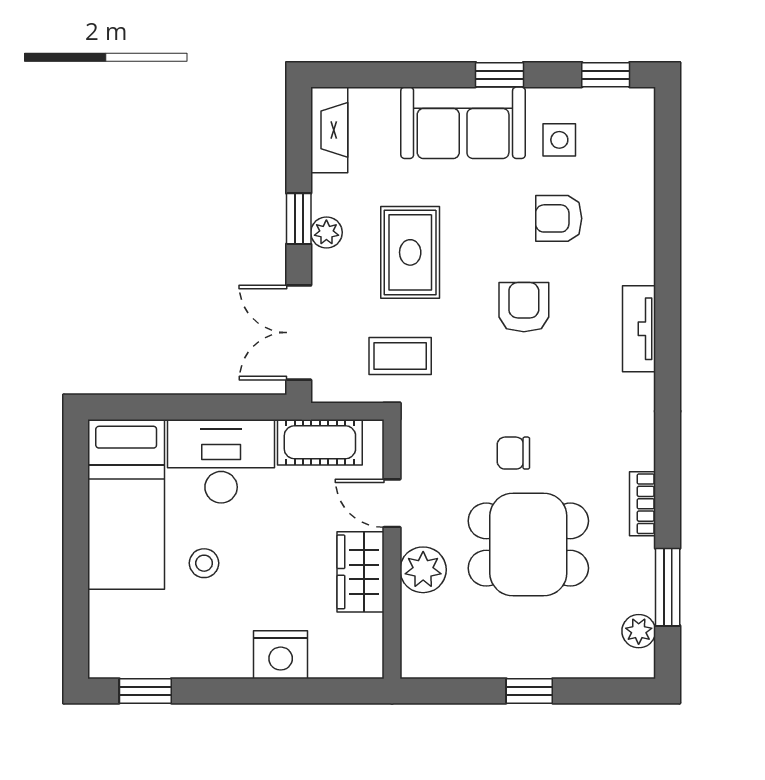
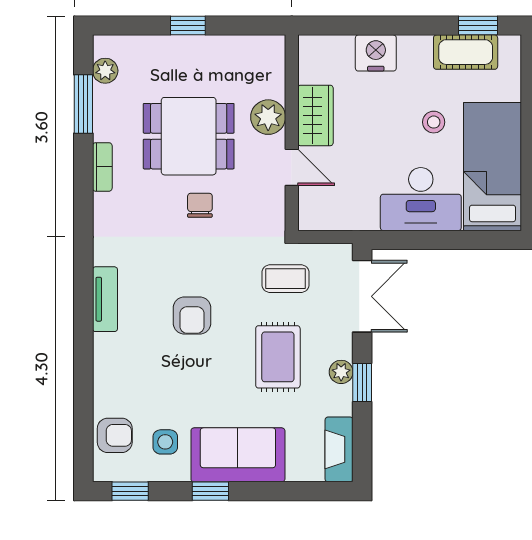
armchair: (559, 218) -> (115, 435), moved
cot: (320, 442) -> (466, 52), moved
chair: (513, 453) -> (200, 205), turned -90

